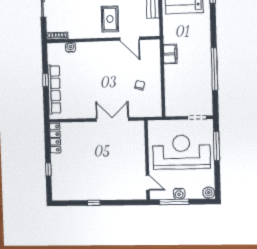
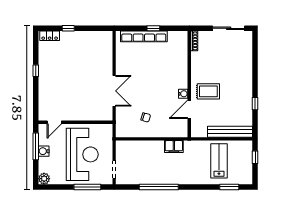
water cooler: (71, 47) -> (183, 94), moved
locker: (55, 138) -> (50, 36), moved, width x0.66

